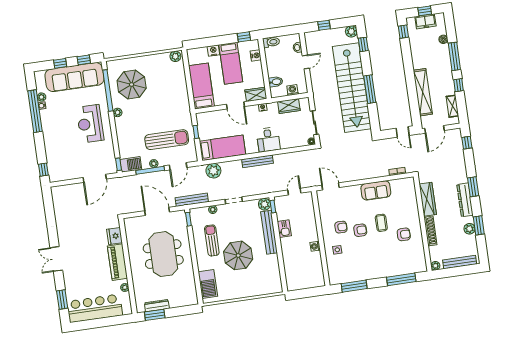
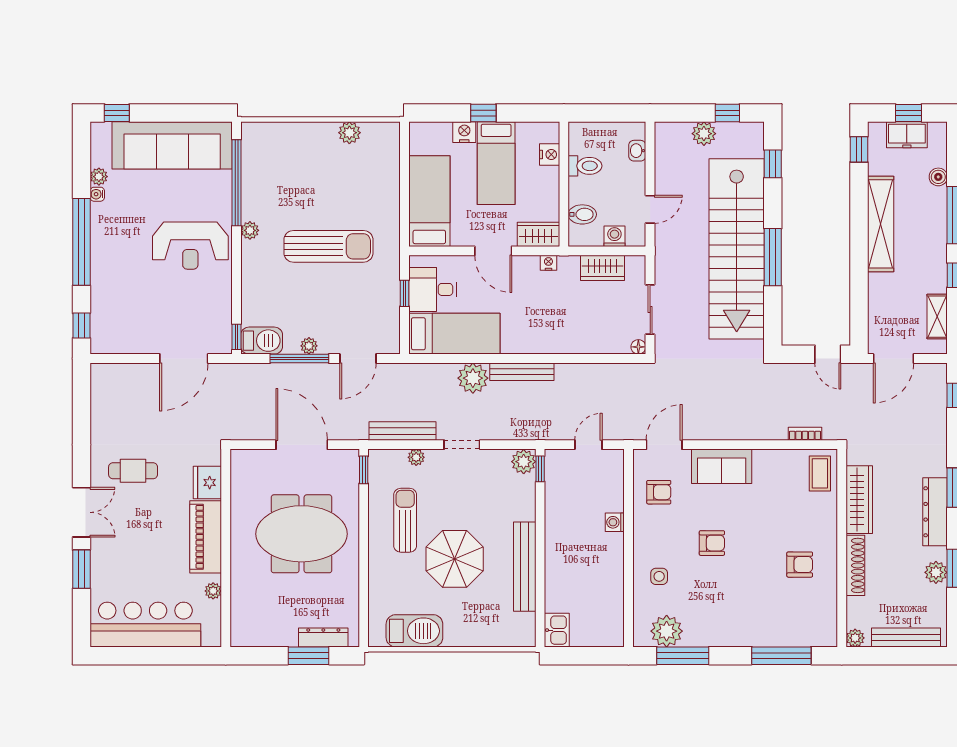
window: (324, 25) -> (727, 113), moved
plant: (351, 31) -> (704, 134), moved
window: (244, 37) -> (483, 113), moved
toilet: (271, 42) -> (585, 166), moved
plant: (175, 56) -> (349, 133), moved
window: (84, 60) -> (196, 113), removed
door: (306, 62) -> (650, 209), moved
window: (60, 63) -> (117, 113), moved
parasol: (132, 84) -> (287, 177), removed
shelving: (423, 92) -> (881, 224), moved
window: (35, 111) -> (81, 242), moved
reception desk: (90, 124) -> (190, 246), turned -90
sun lounger: (167, 140) -> (328, 246), moved
desk: (268, 140) -> (433, 289), moved, turned 90
plant: (213, 171) -> (473, 378), moved
door: (331, 186) -> (664, 445), hinge flipped
sofa: (376, 190) -> (722, 466), moved
bench: (192, 200) -> (403, 431), moved
coffee table: (381, 223) -> (820, 473), moved
armchair: (341, 227) -> (659, 492), moved
kitchen sink: (284, 229) -> (557, 630), moved
bench: (269, 232) -> (525, 567), moved
cafe table: (78, 236) -> (133, 471), added
washing machine: (315, 246) -> (615, 522), moved
meeting table: (163, 254) -> (302, 534), turned 90
double door: (56, 259) -> (81, 512), swing flipped
plant: (345, 275) -> (667, 631), added
barbecue: (208, 284) -> (414, 631), moved, turned -90
window: (62, 299) -> (81, 569), moved
dresser: (157, 306) -> (323, 637), moved
window: (155, 315) -> (308, 656), moved

